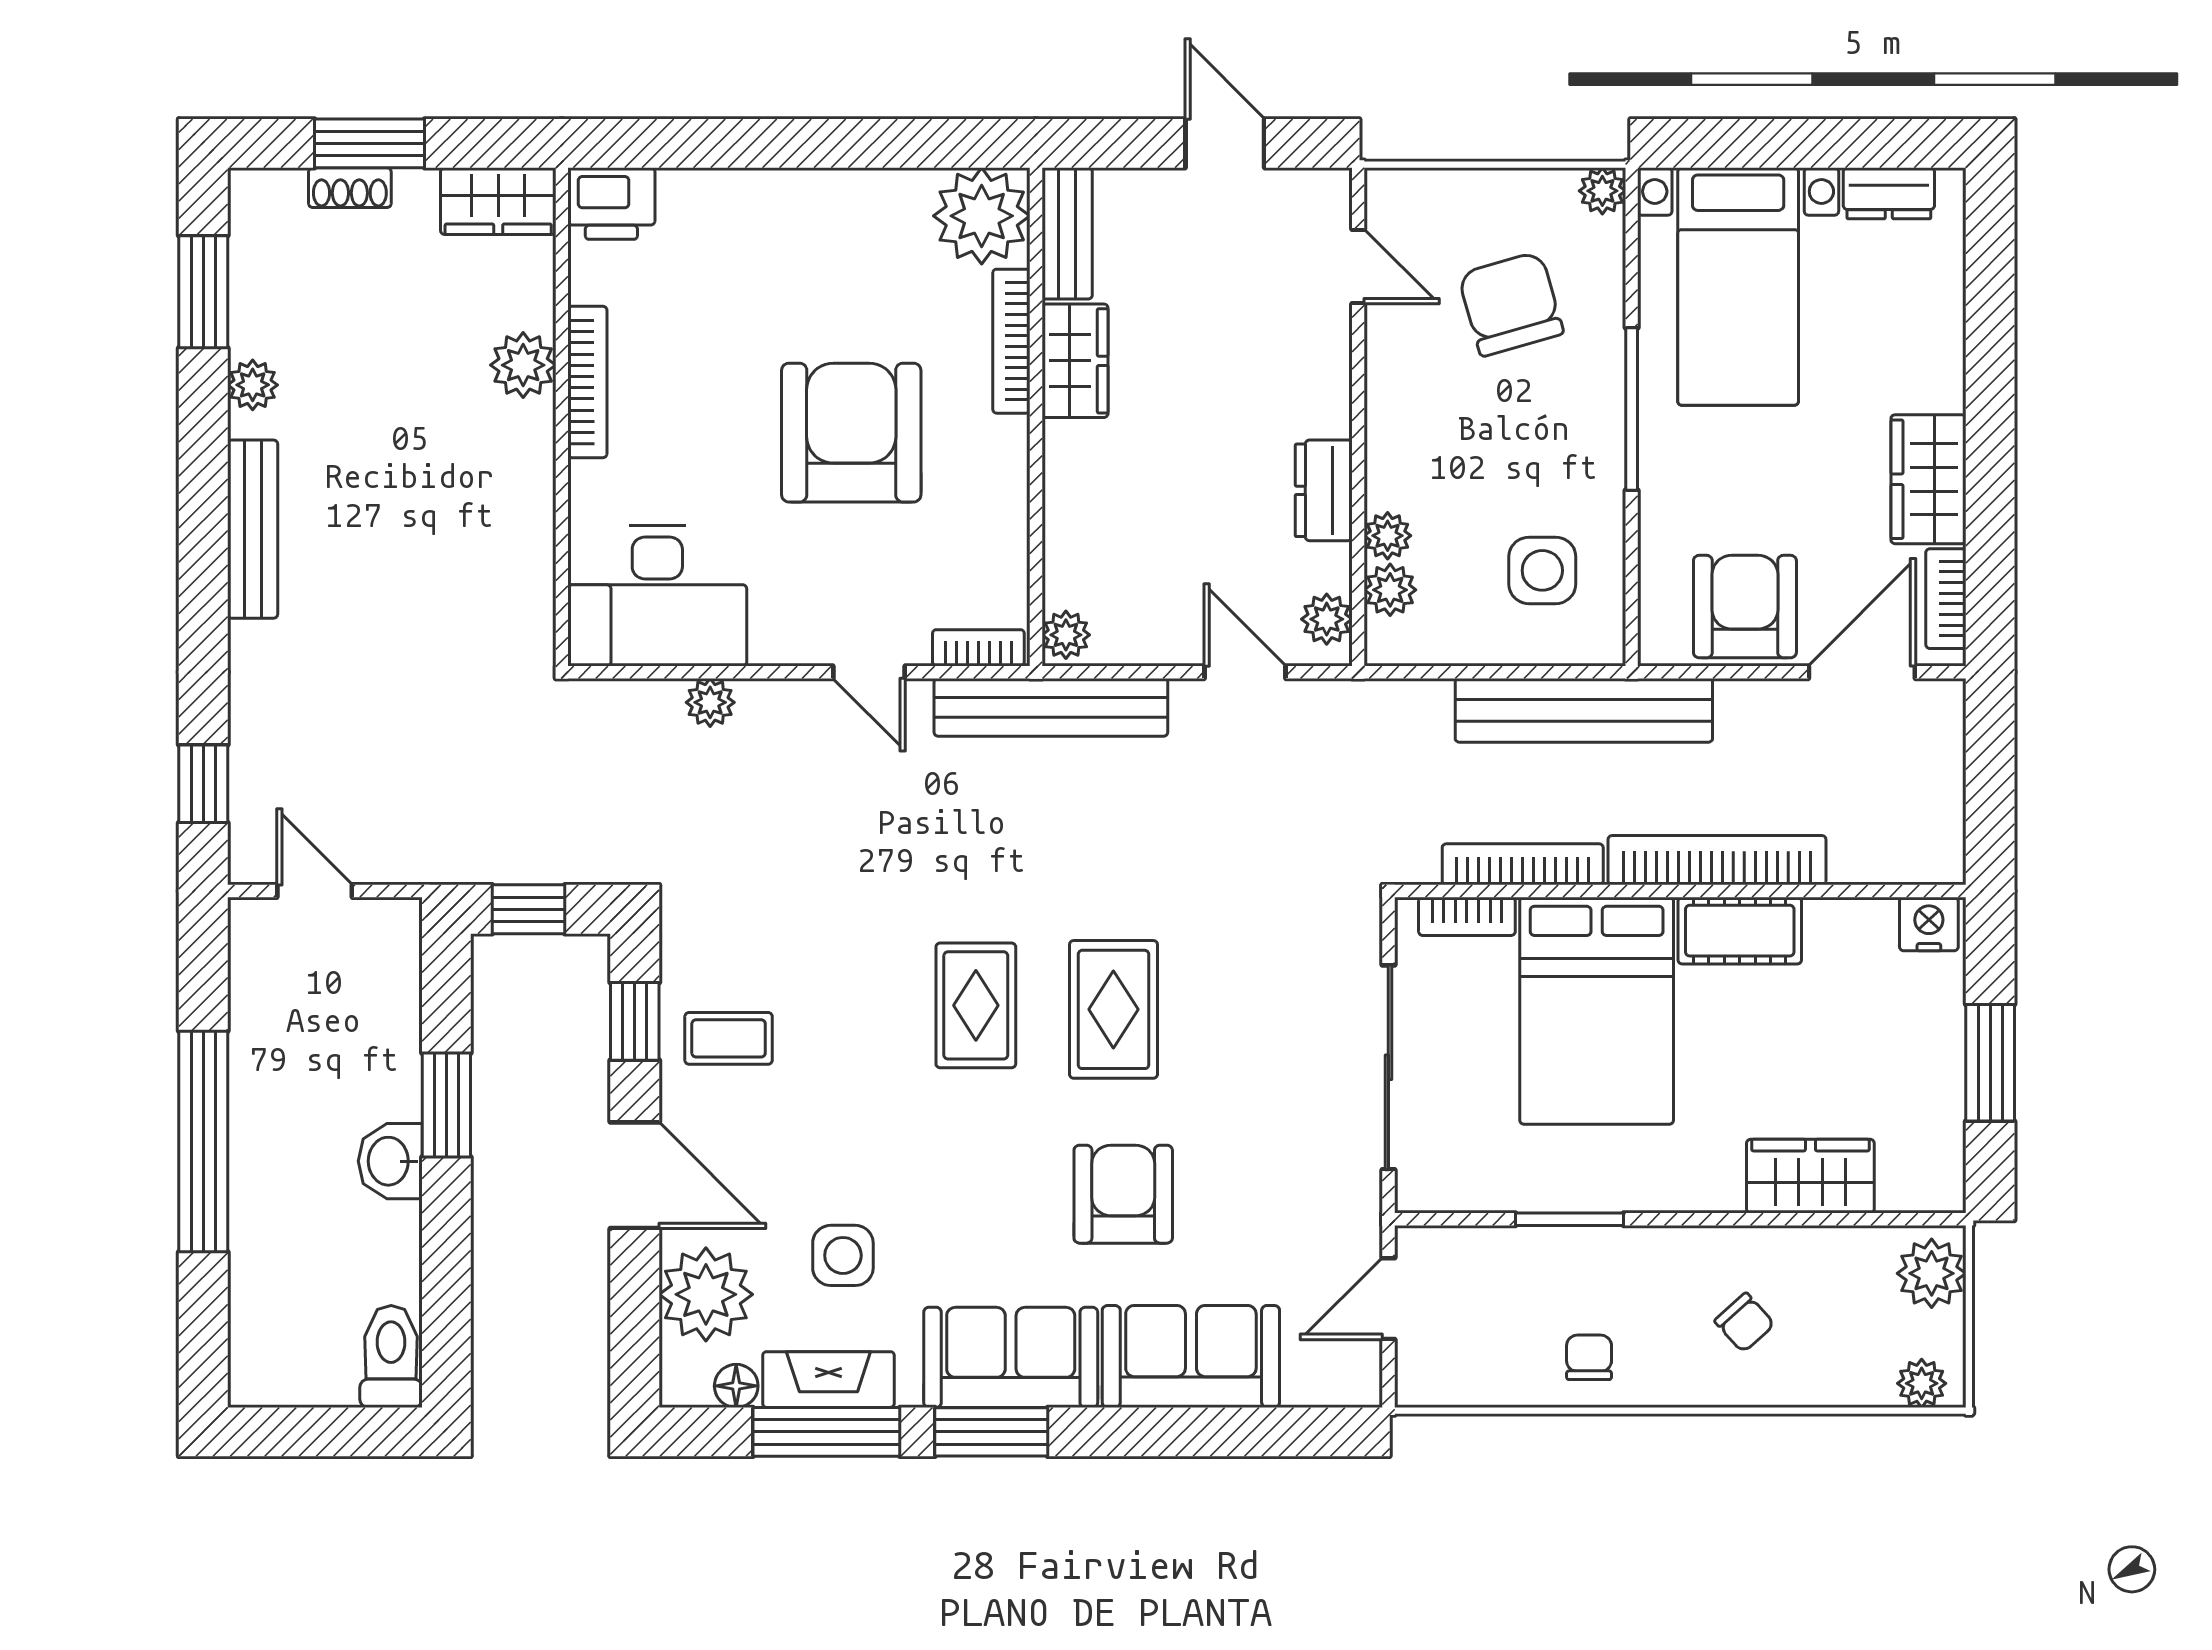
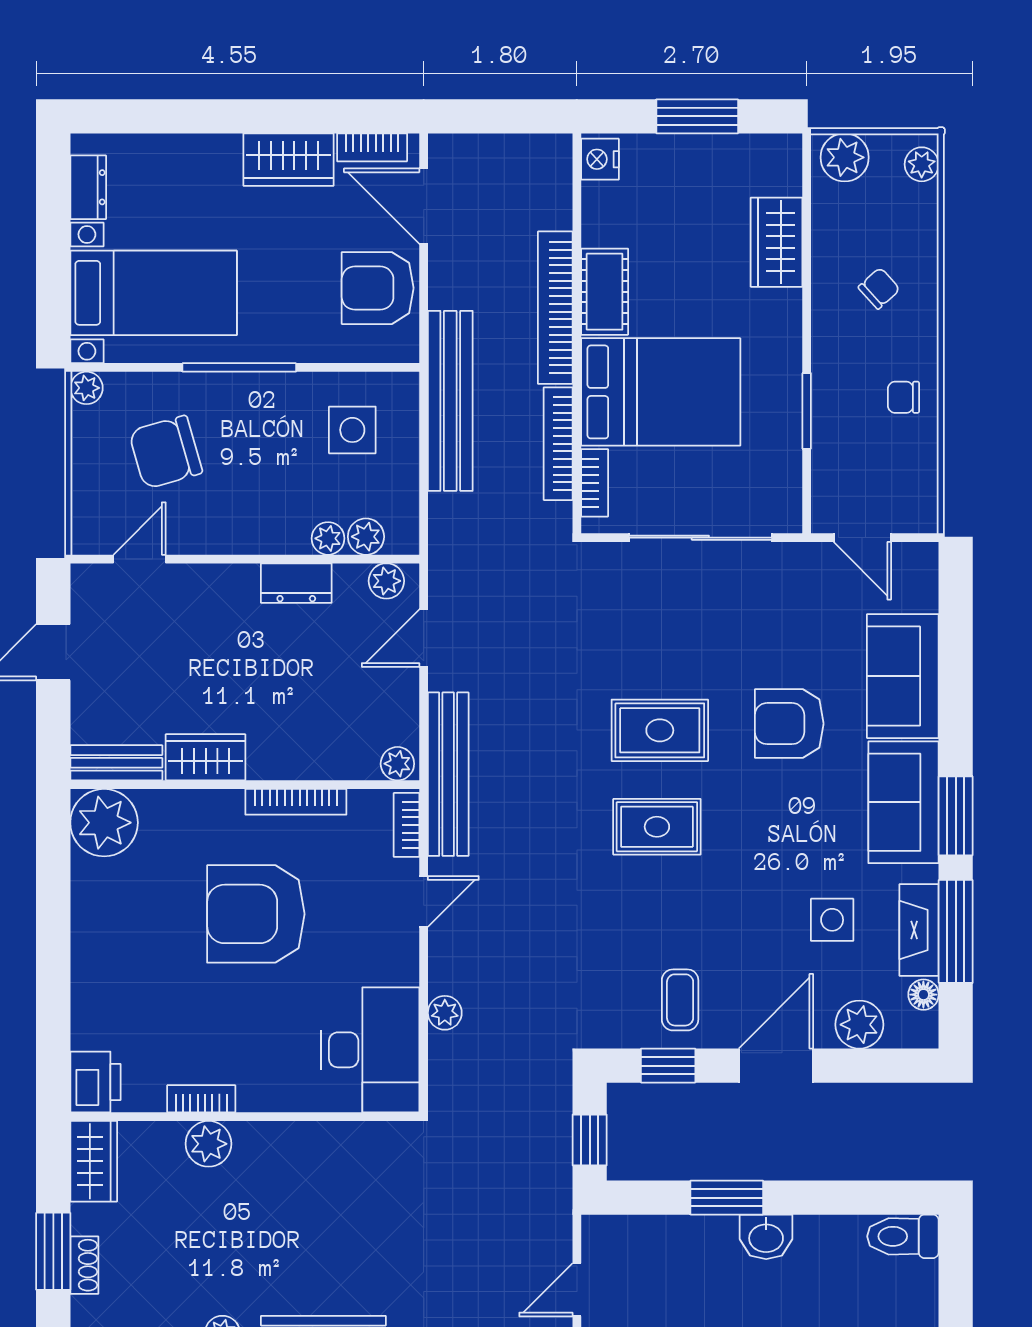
bookcase: (1011, 341) -> (296, 802), moved
bookcase: (587, 382) -> (201, 1099), width x0.64
plant: (706, 1294) -> (859, 1025), width x0.73, depth x0.73

